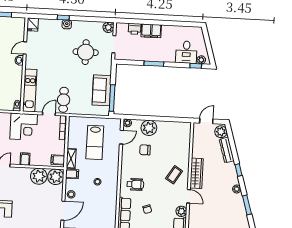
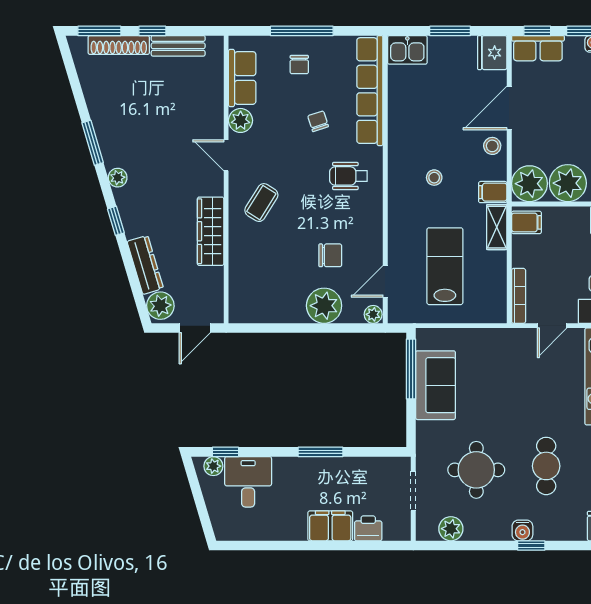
plant: (108, 27) -> (451, 529), moved
cafe table: (64, 100) -> (546, 466), moved
wardrobe: (197, 173) -> (211, 231), moved

